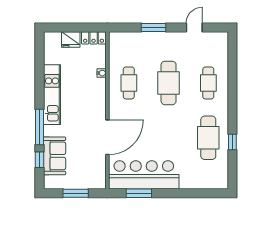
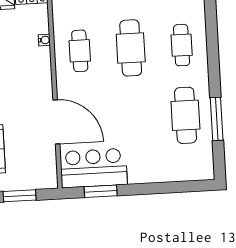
door: (107, 137) -> (56, 122), hinge flipped
window: (232, 142) -> (217, 119), width x2.17
bar counter: (144, 175) -> (94, 168), width x0.73

